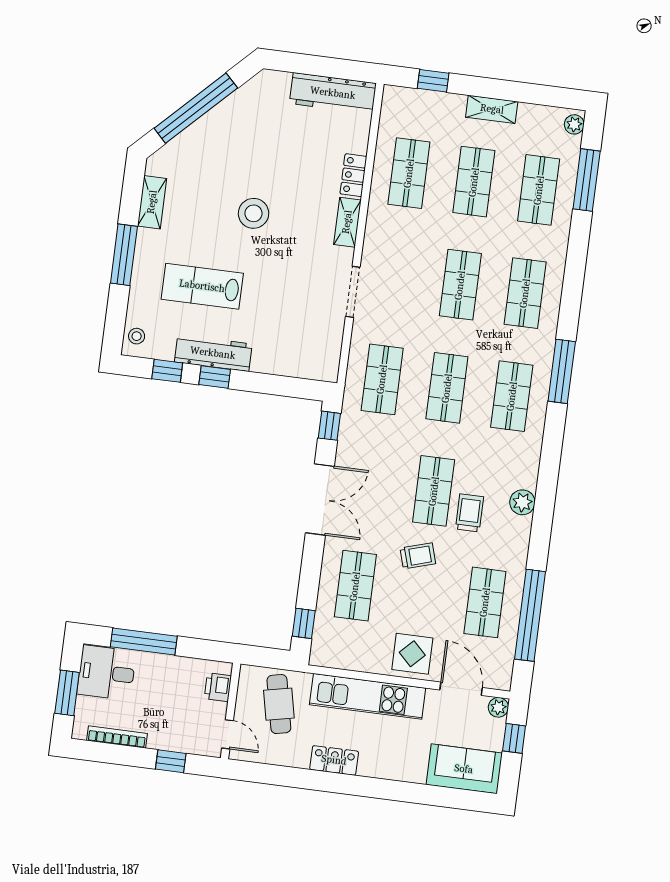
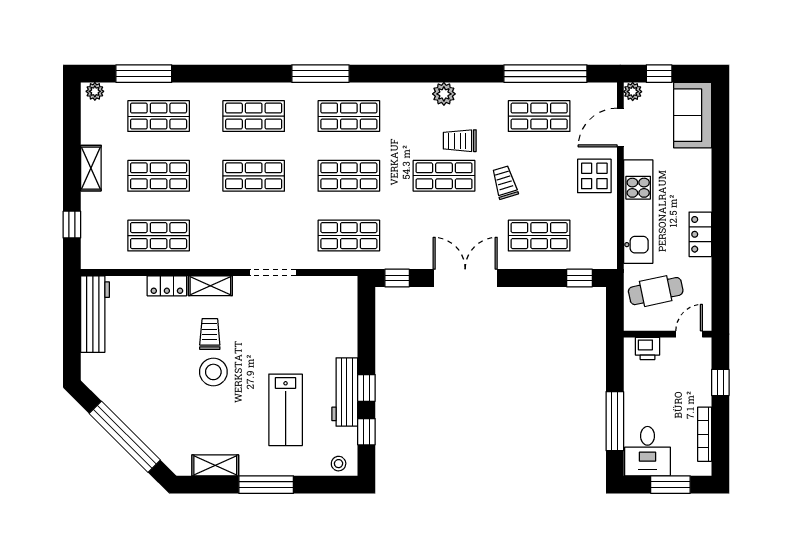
trolley: (295, 215) -> (210, 334), added

